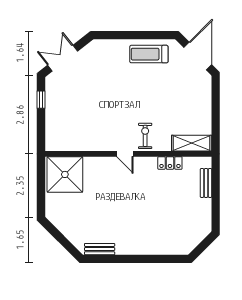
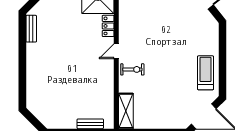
locker: (170, 163) -> (108, 26), moved

